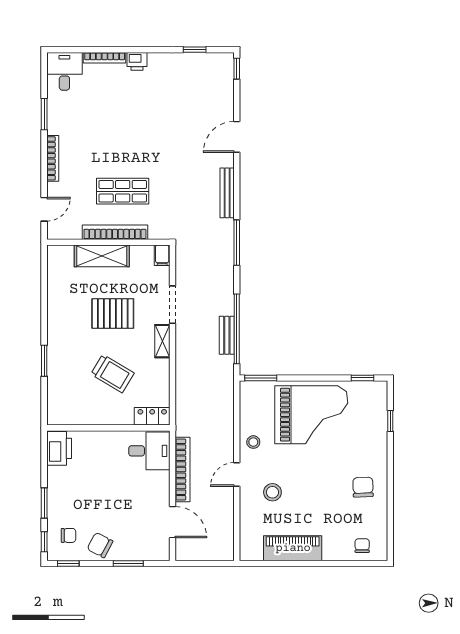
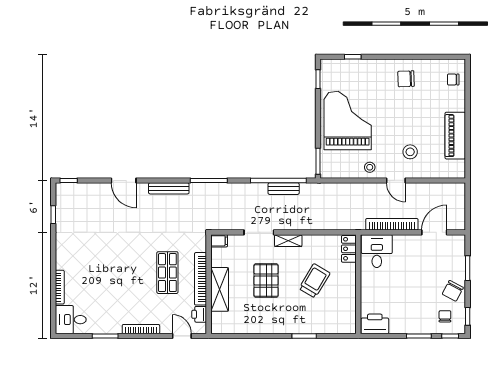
printer: (137, 61) -> (199, 314), moved, turned 180

